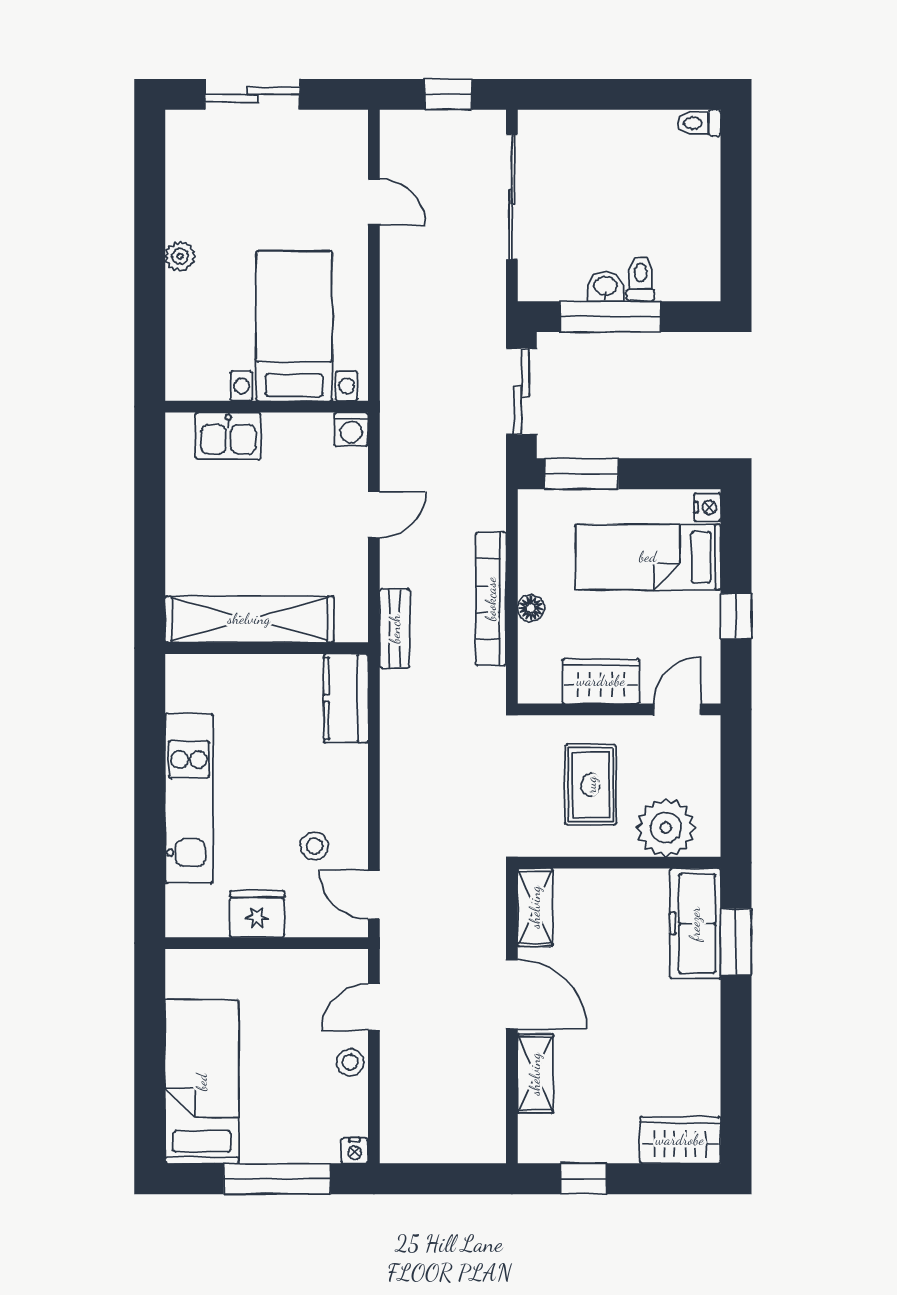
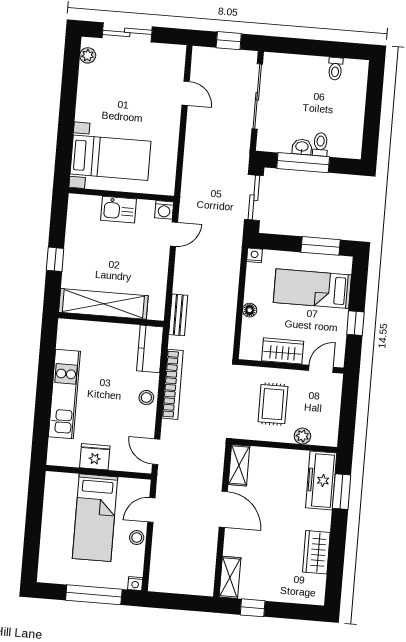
toilet: (699, 123) -> (335, 69), moved, turned -90
plant: (180, 256) -> (88, 55), moved
bed with nightstands: (294, 326) -> (110, 158), moved, turned 90
kitchen sink: (228, 436) -> (118, 210), moved
window: (581, 474) -> (321, 246), moved
nightstand: (707, 507) -> (254, 255), moved, turned -90
door: (374, 515) -> (174, 234), moved
window: (150, 541) -> (55, 259), added
bookcase: (491, 599) -> (173, 384), moved, turned 180
plant: (666, 828) -> (302, 436), width x0.53, depth x0.53
stool: (315, 846) -> (146, 398), moved
shelving: (535, 1074) -> (230, 577), moved
bed: (202, 1082) -> (95, 518), moved, turned 180
wardrobe: (680, 1140) -> (316, 552), moved, turned -90

